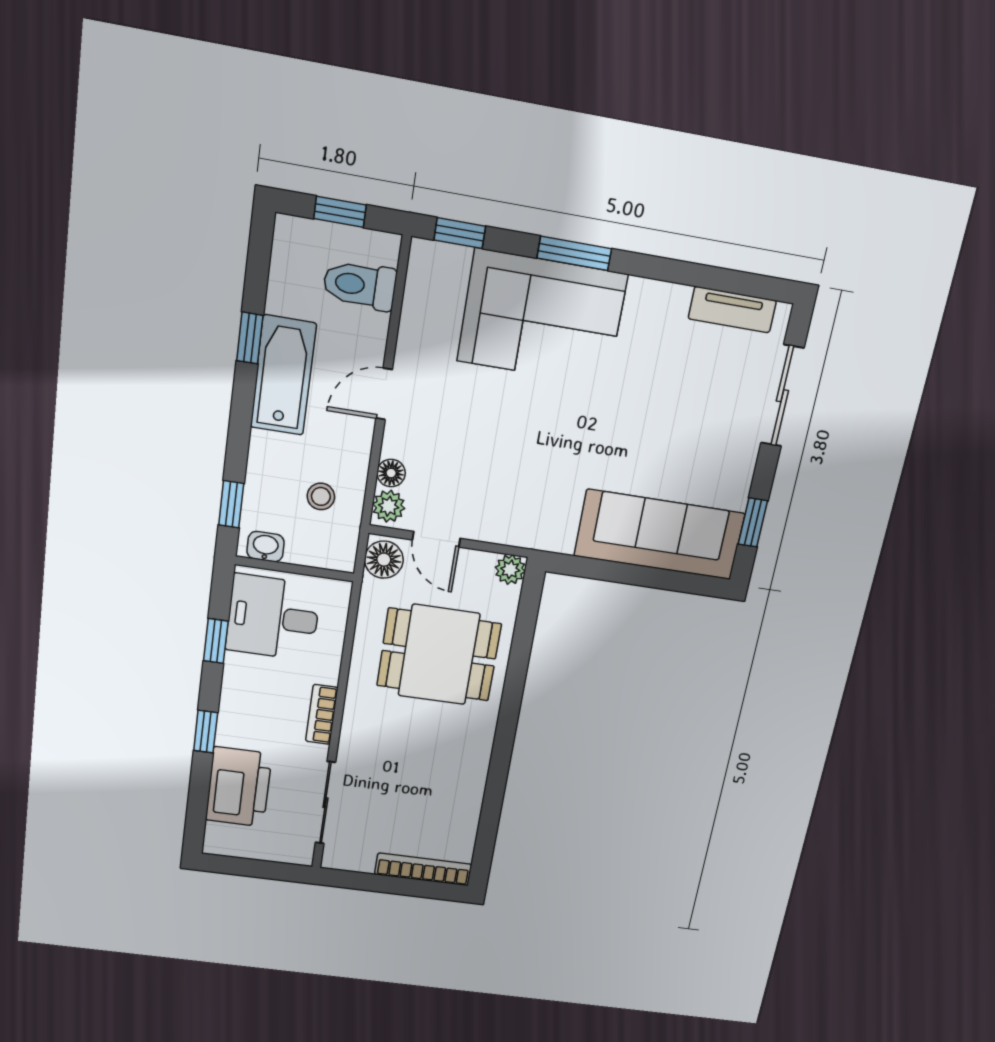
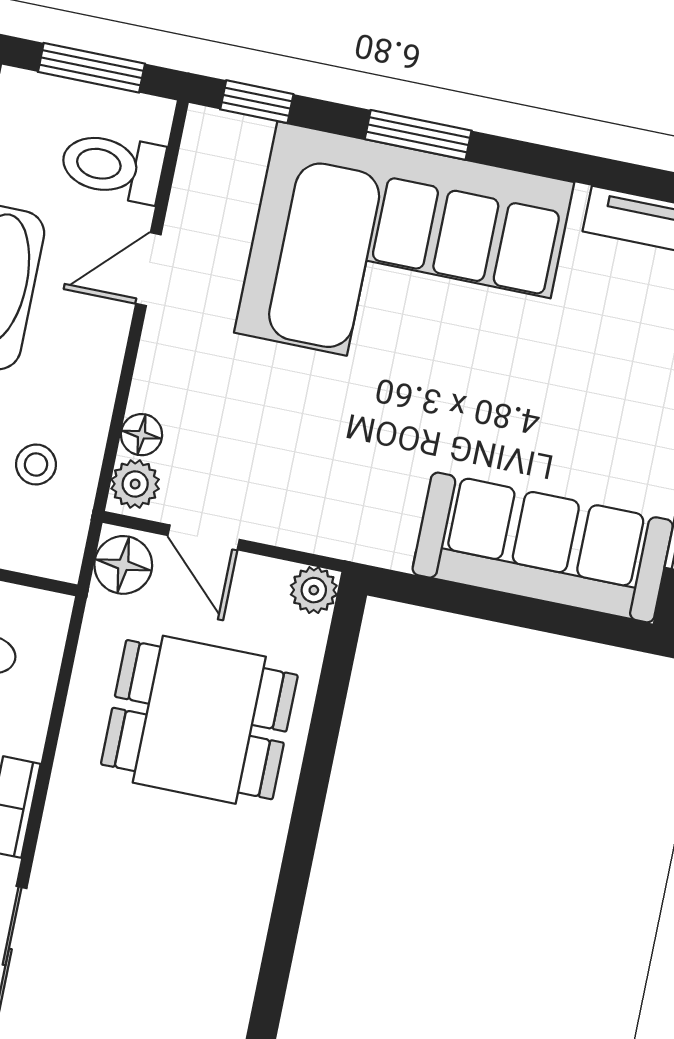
window: (340, 212) -> (91, 68), width x1.50
corner sofa: (542, 318) -> (404, 257), width x1.36, depth x1.36
door: (384, 394) -> (148, 269), moved

